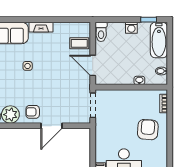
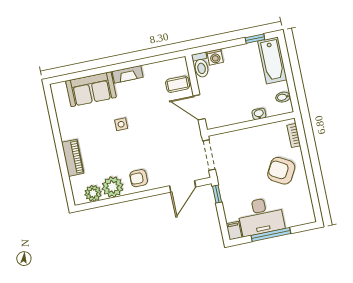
washing machine: (131, 28) -> (215, 57), moved
door: (51, 126) -> (183, 186), moved
armchair: (148, 130) -> (281, 171), turned -65
window: (93, 138) -> (217, 194), added

